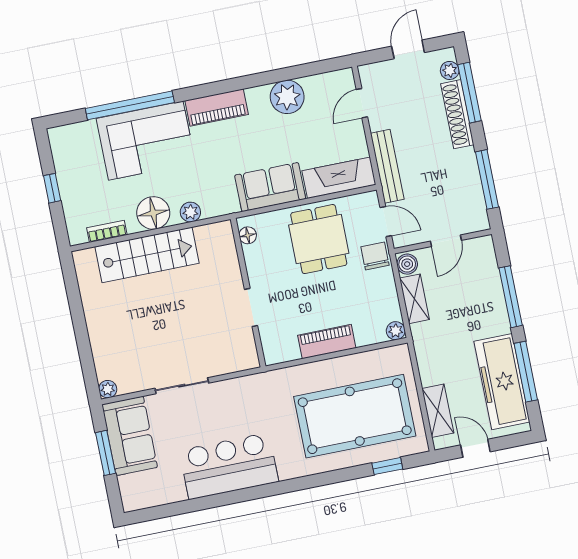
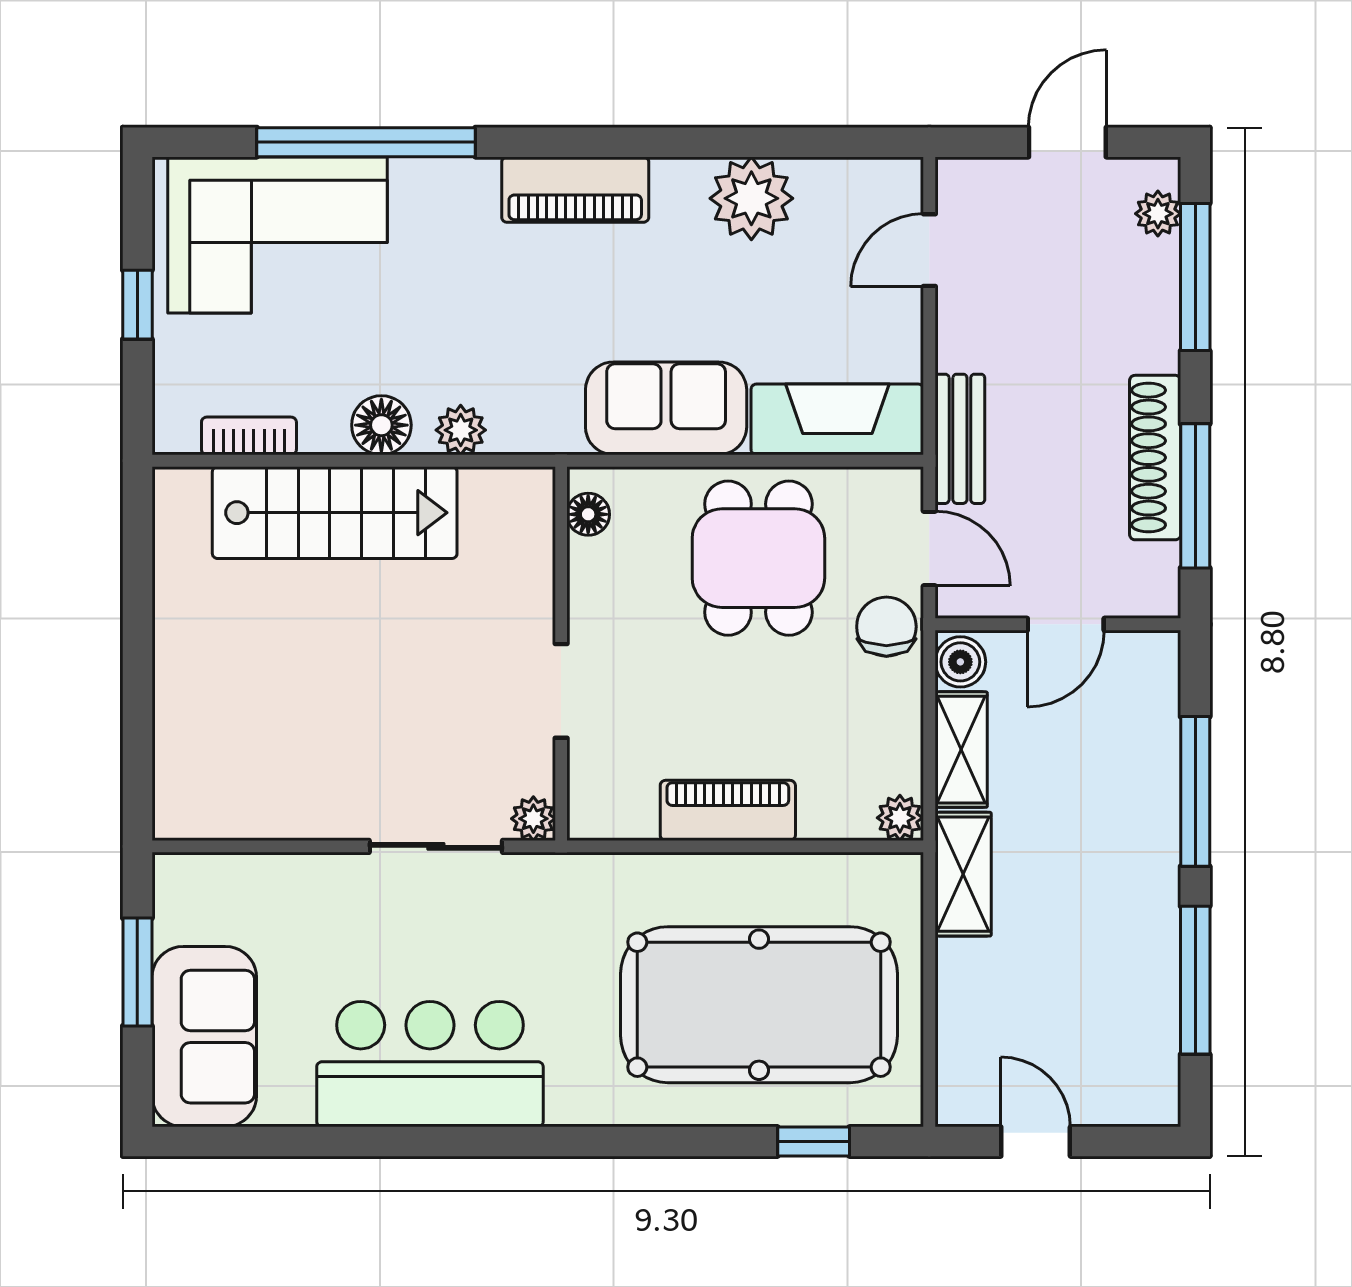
shoe rack: (457, 114) -> (1155, 458), moved
corner sofa: (146, 141) -> (278, 235), moved
bench: (387, 166) -> (960, 439), width x0.73
floor lamp: (153, 213) -> (381, 425), width x0.73, depth x0.73
freezer: (502, 382) -> (1133, 993), removed
sliding door: (182, 386) -> (436, 846), moved
plant: (108, 389) -> (533, 819), moved
shelving: (438, 411) -> (963, 874), moved
sofa: (130, 436) -> (204, 1037), moved

